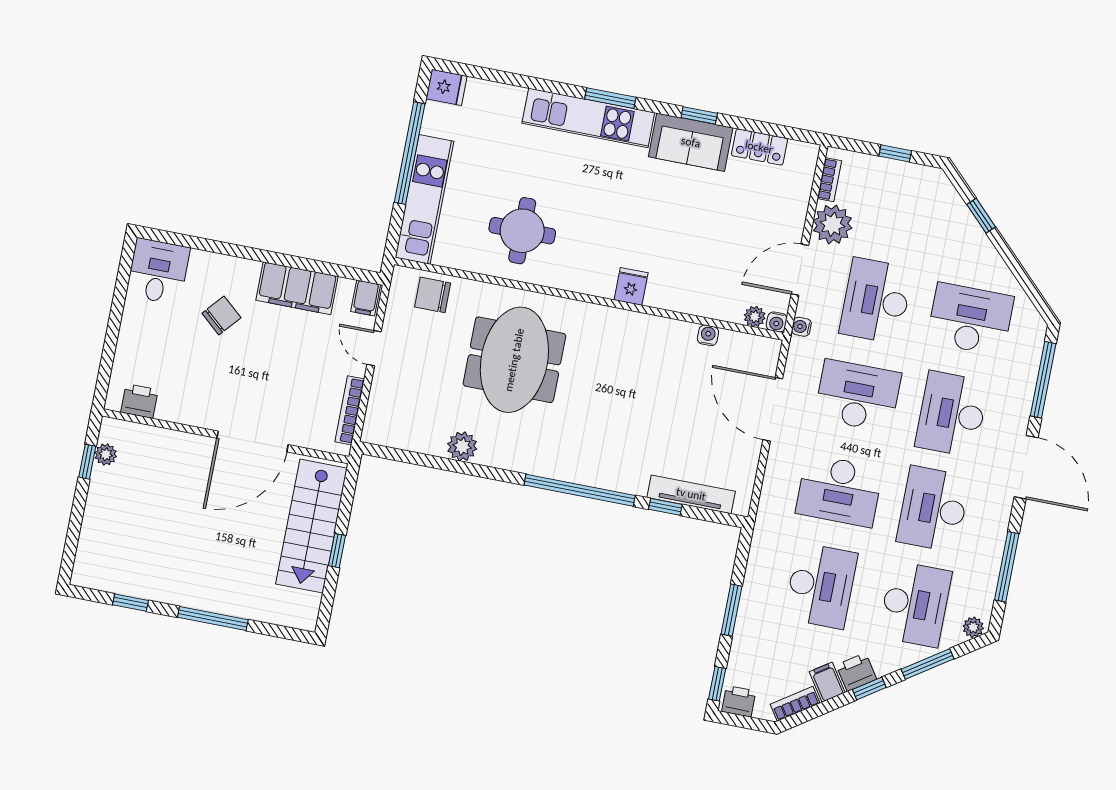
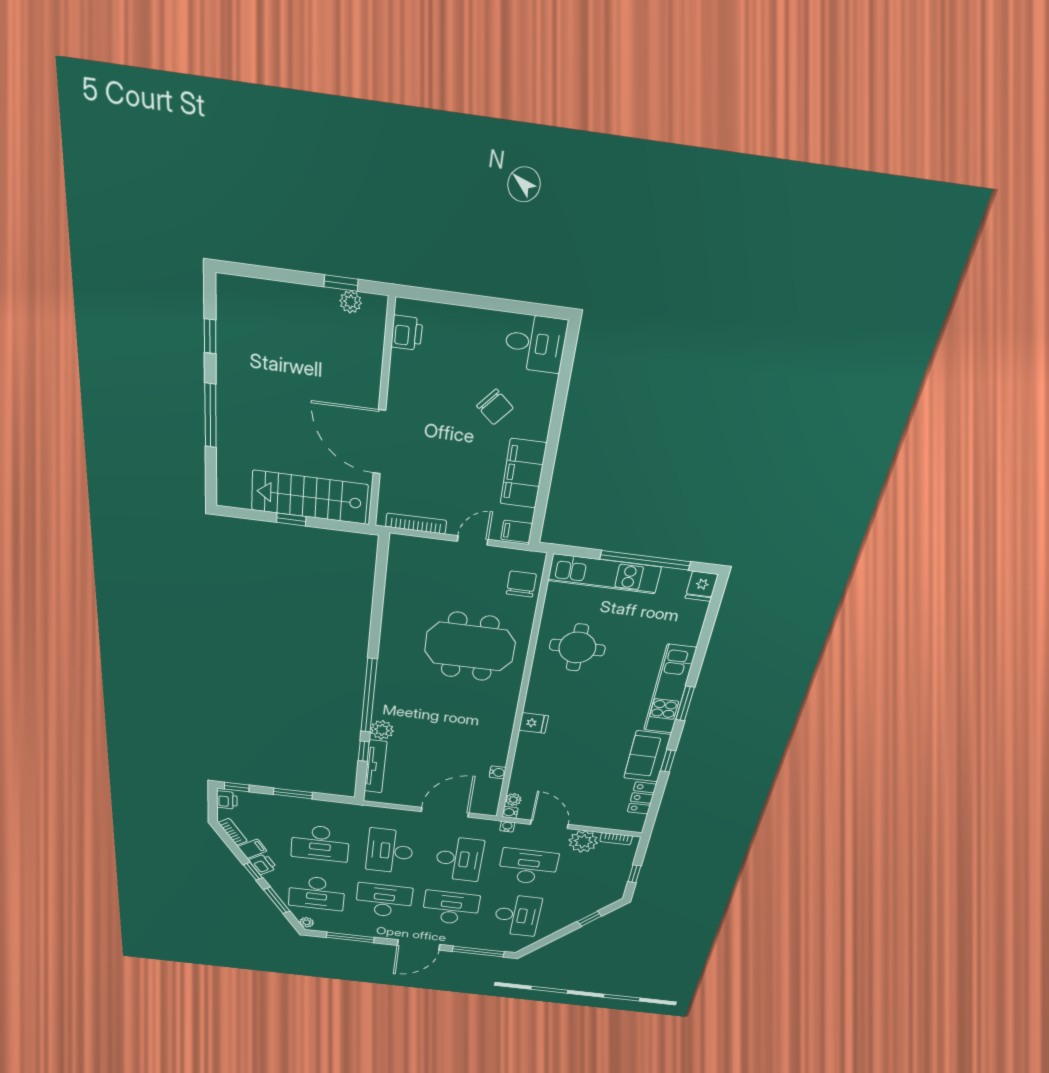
plant: (462, 446) -> (382, 730), moved

